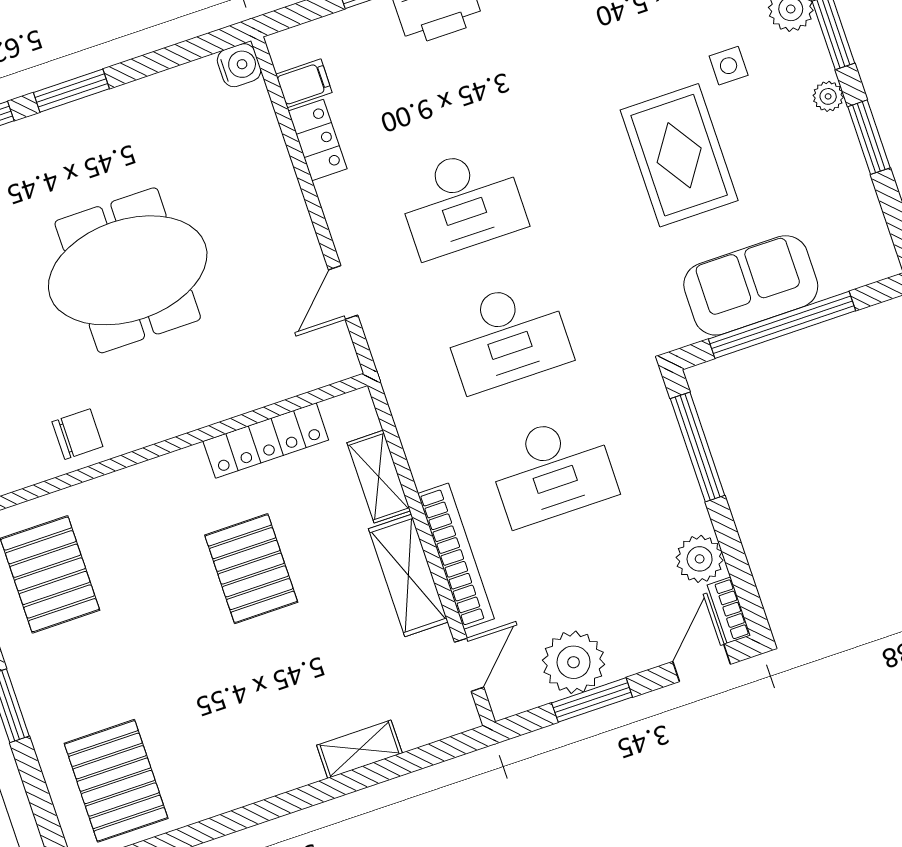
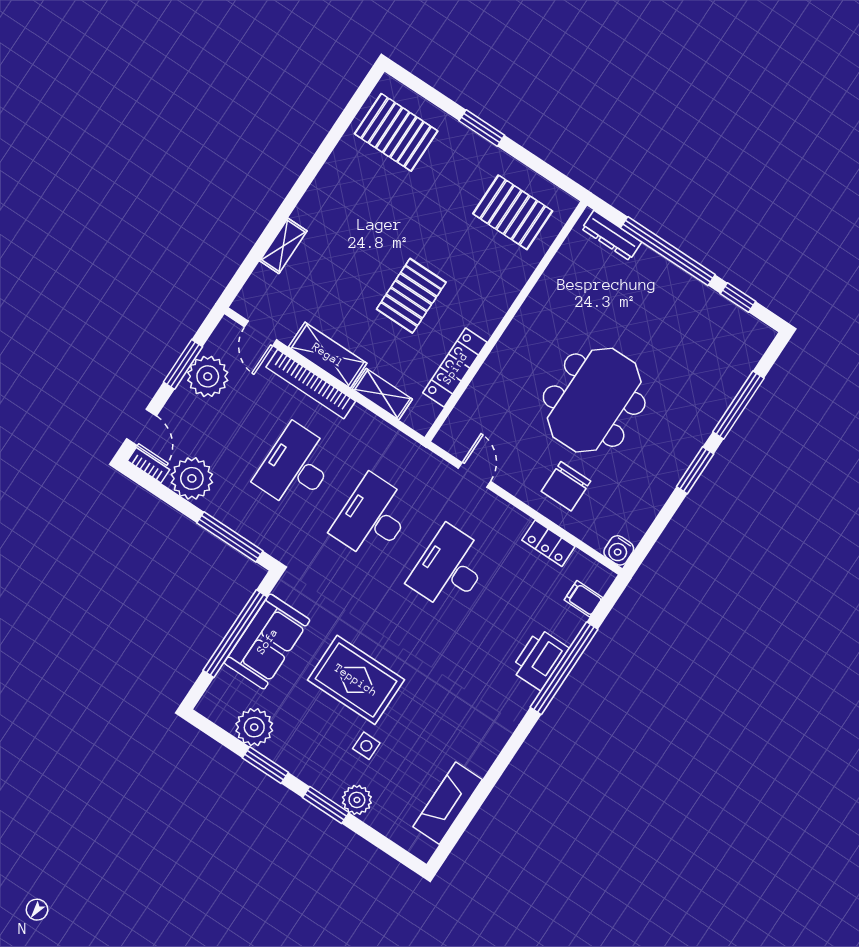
filing cabinet: (304, 83) -> (583, 599), moved, turned 90
plant: (828, 96) -> (254, 727), moved, width x1.88, depth x1.88
chair: (77, 434) -> (566, 486), moved, width x1.37, depth x1.37
plant: (700, 559) -> (192, 478), width x1.36, depth x1.36
pallet: (251, 569) -> (411, 296), turned 90

